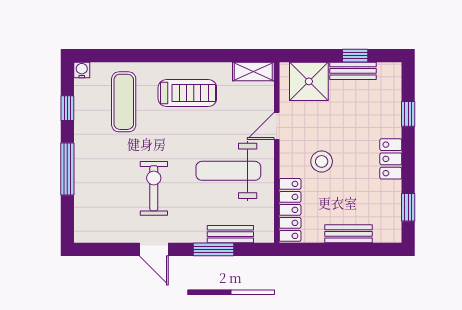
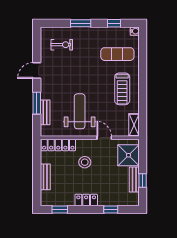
window: (67, 169) -> (81, 23), width x0.69
exercise bike: (154, 188) -> (62, 45), moved, width x0.73, depth x0.72

